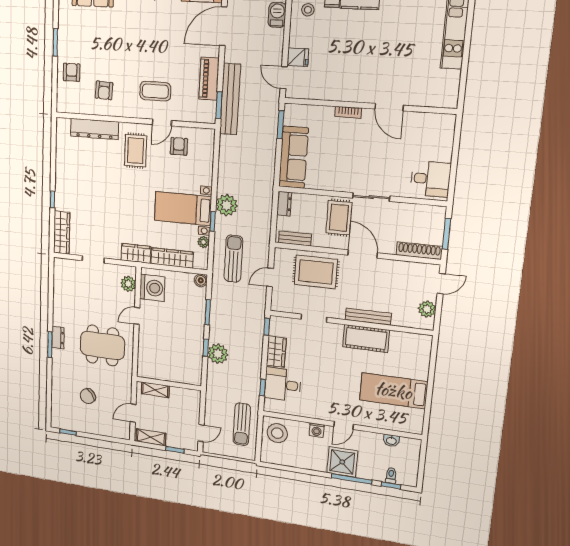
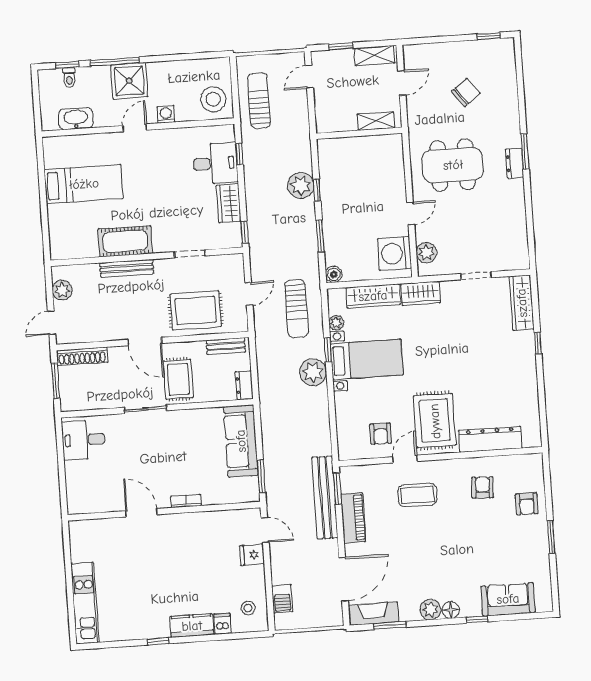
rug: (136, 151) -> (435, 421), width x1.36, depth x1.43
washbasin: (391, 441) -> (76, 119), width x1.91, depth x1.45

